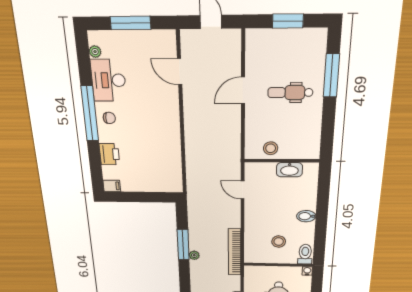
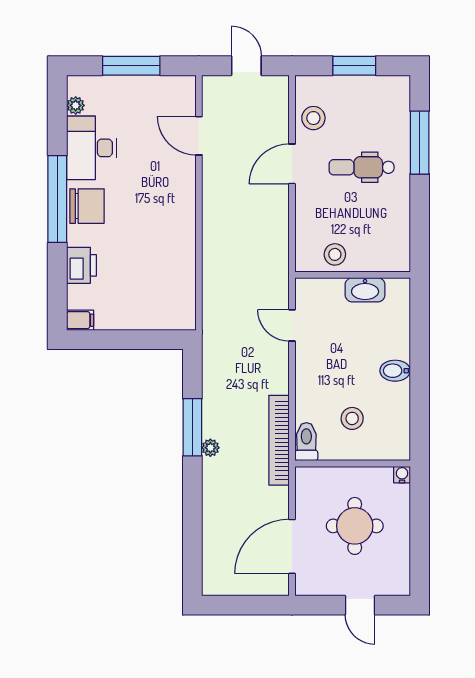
stool: (258, 59) -> (313, 118), added
chair: (109, 118) -> (87, 206), width x1.87, depth x1.87
toilet: (305, 254) -> (306, 442), moved

